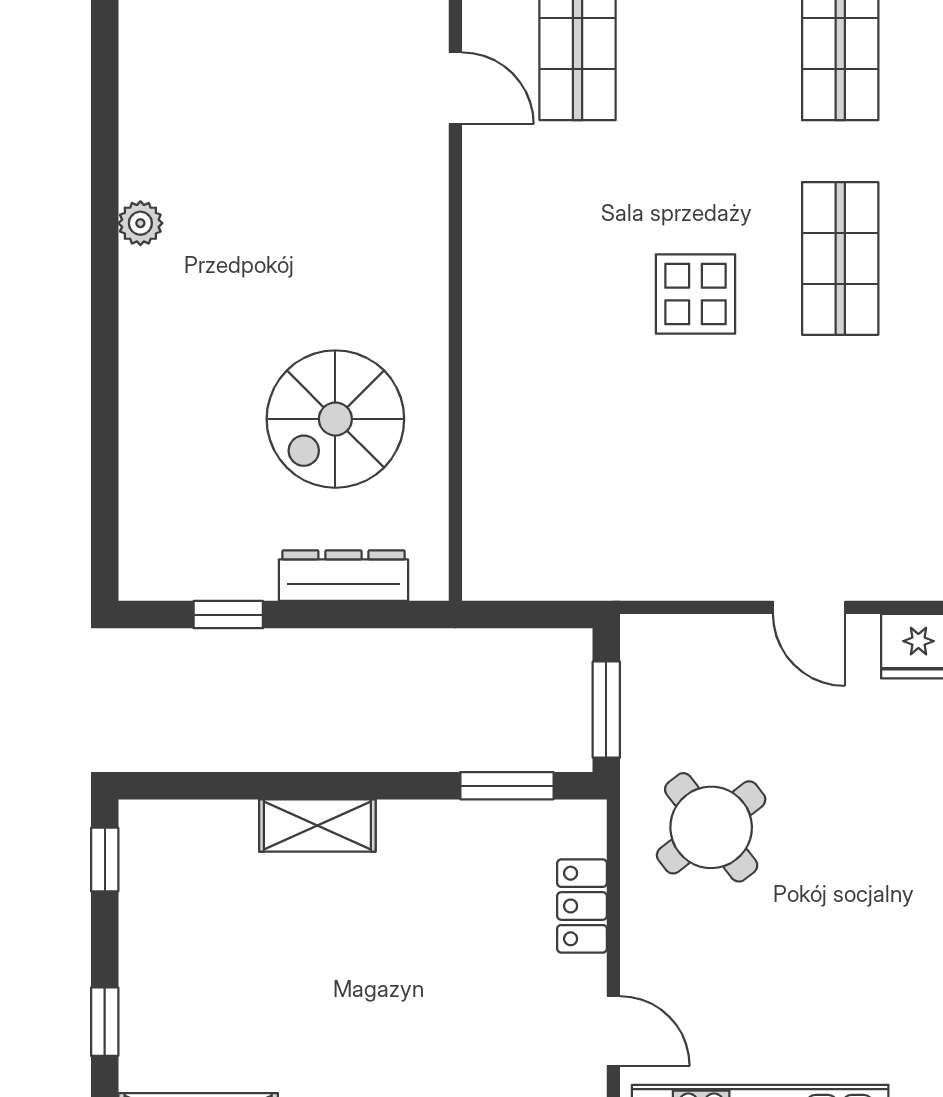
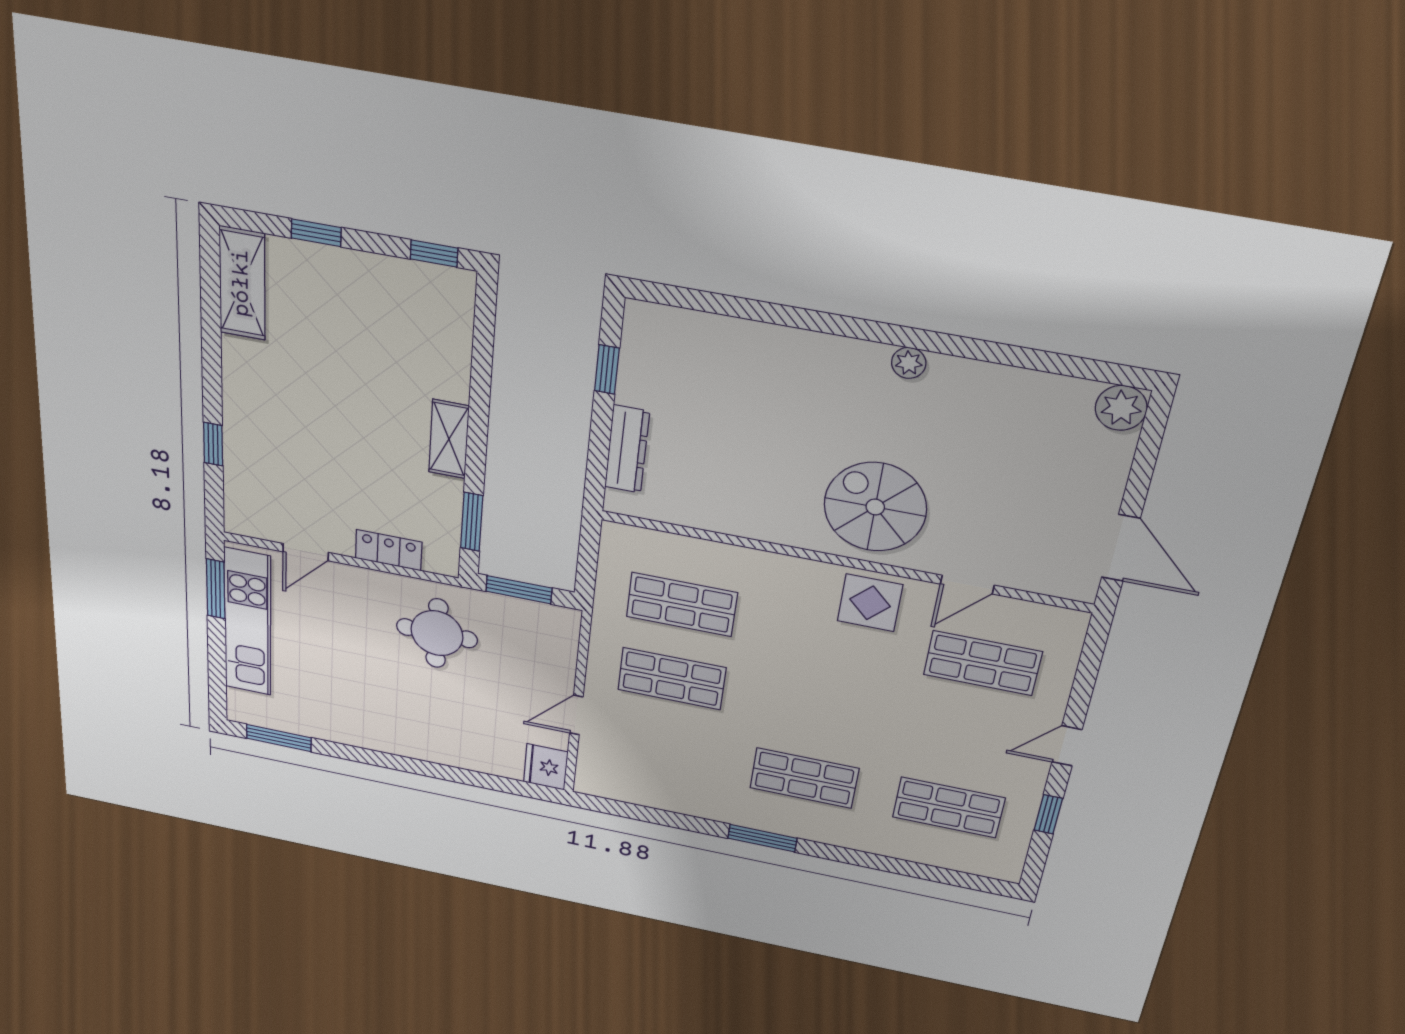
display table: (695, 294) -> (870, 603), moved
spiral stairs: (335, 419) -> (875, 507), moved
shop shelf: (578, 473) -> (682, 605), added
shop shelf: (709, 473) -> (672, 679), added
shelving: (317, 826) -> (449, 439), moved
round table: (711, 827) -> (437, 633), turned 38

